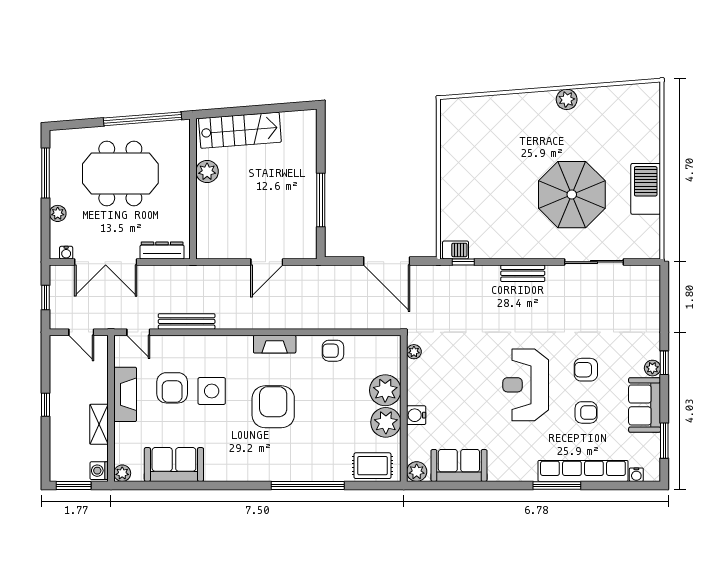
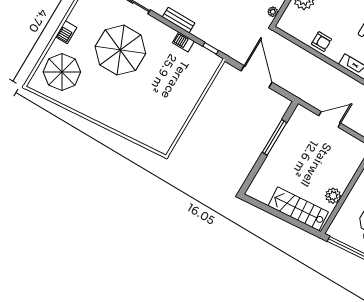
plant: (567, 99) -> (89, 109), removed
parasol: (627, 125) -> (62, 72), added
barbecue: (646, 189) -> (66, 32), width x0.53, depth x0.65
barbecue: (456, 250) -> (183, 42), moved

